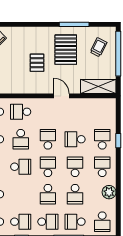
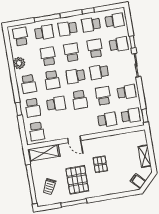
school desk: (102, 112) -> (37, 131), added
school desk: (48, 167) -> (76, 76), turned 90
school desk: (21, 194) -> (95, 48), added

